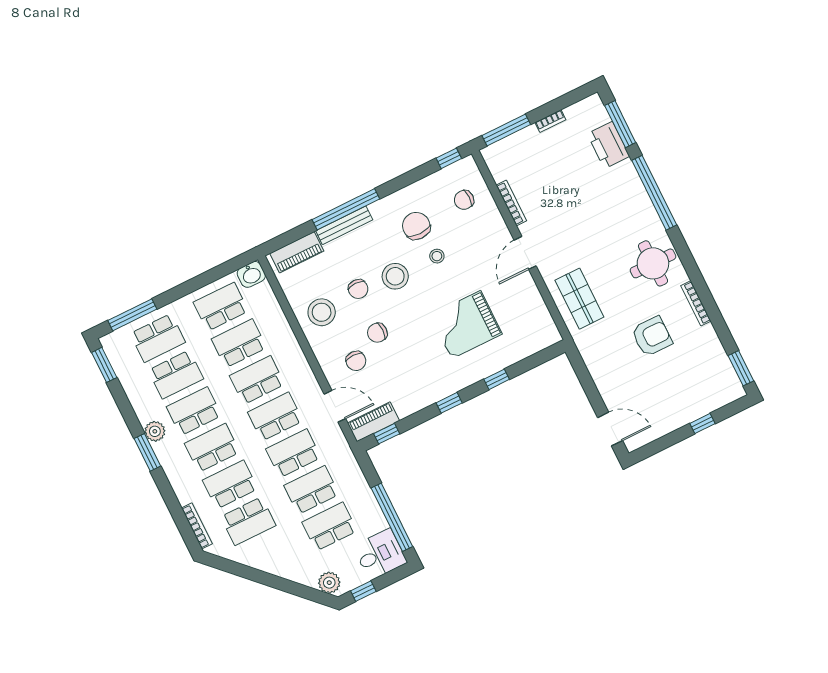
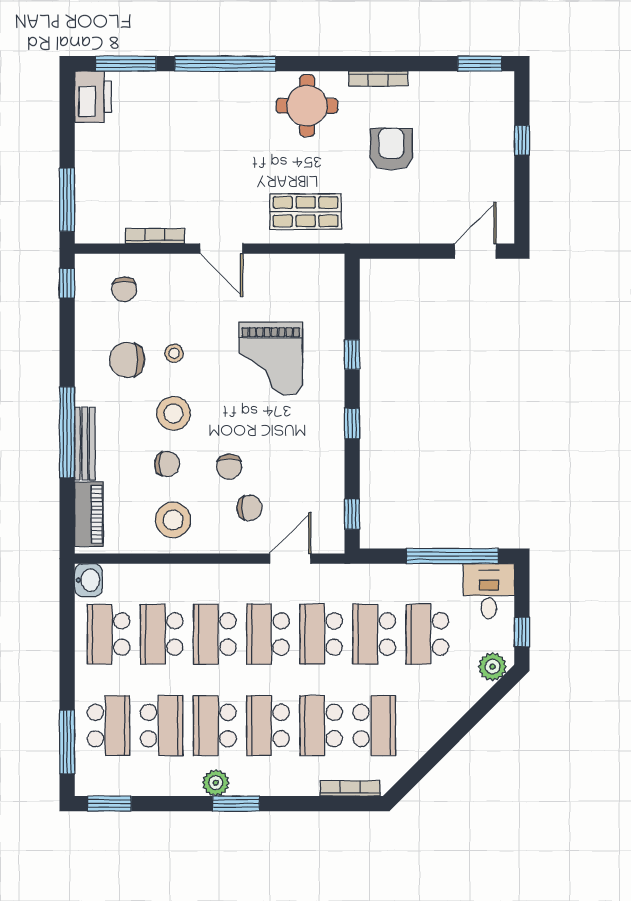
bookcase: (550, 121) -> (82, 143), removed
printer: (608, 145) -> (93, 97), moved, turned -90
piano: (374, 422) -> (331, 522), removed

